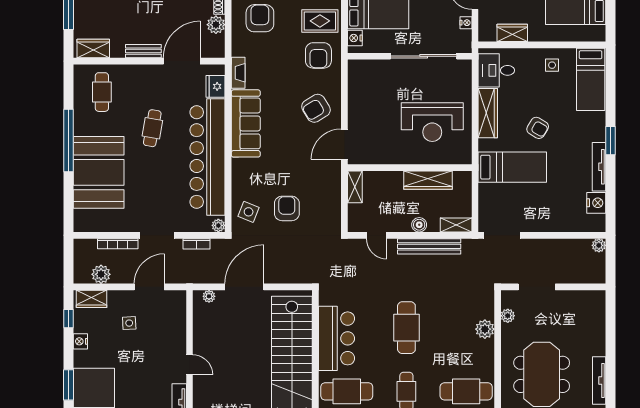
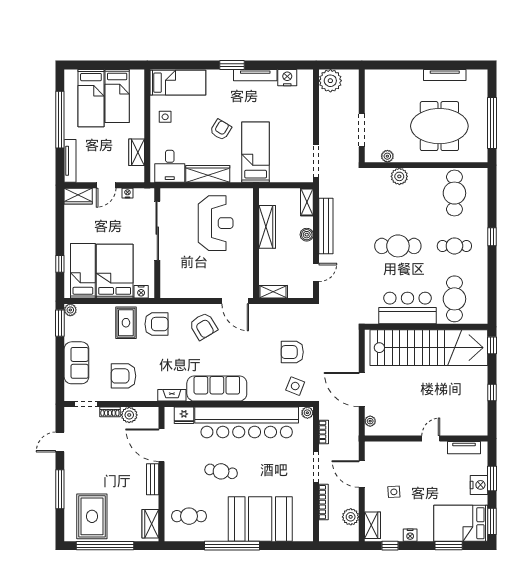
plant: (599, 245) -> (330, 81), width x1.87, depth x1.87

